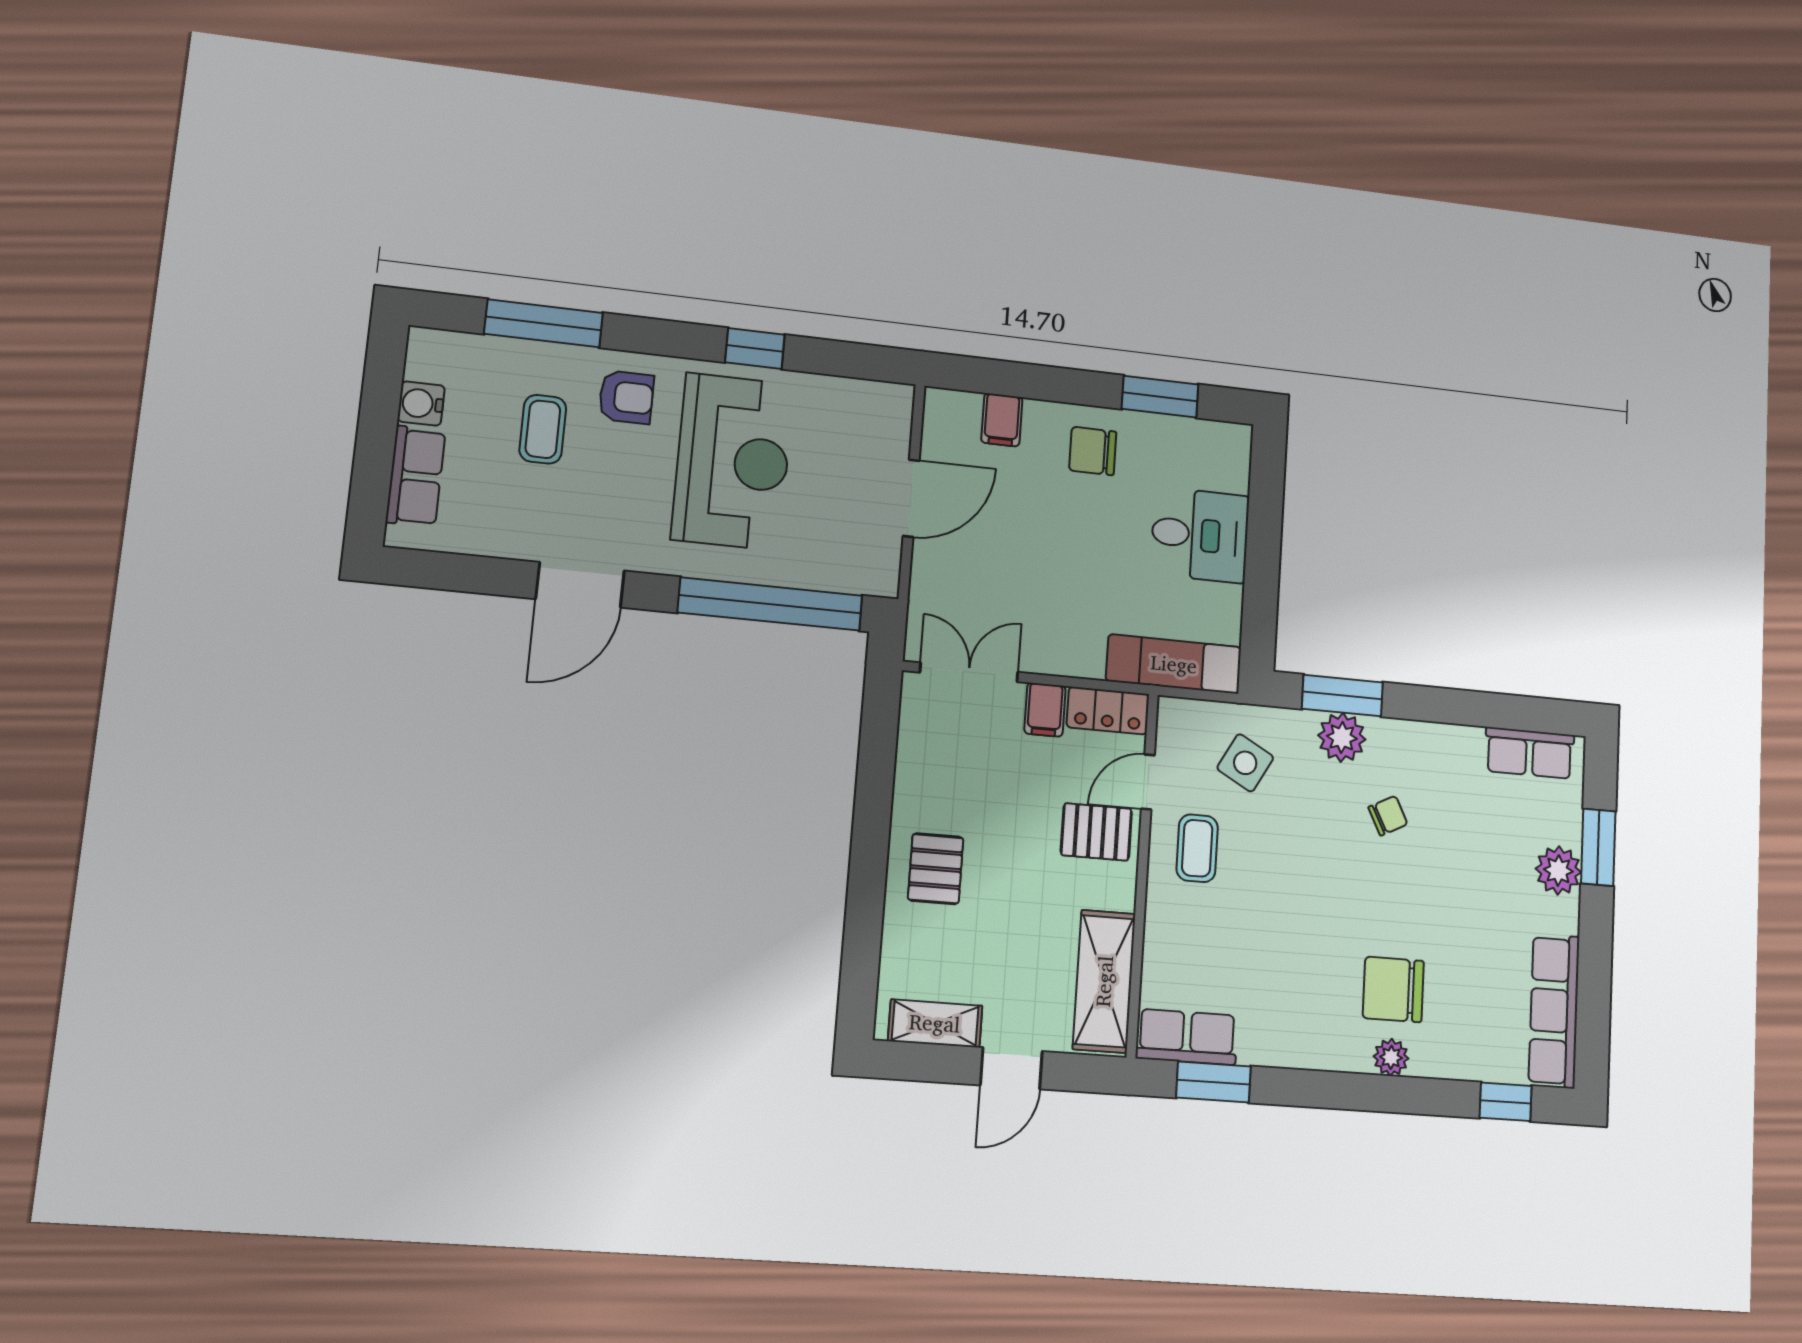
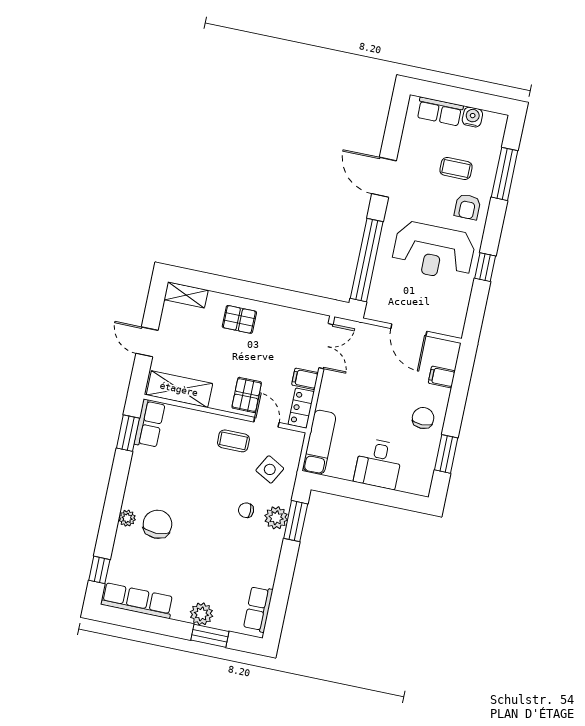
chair: (1388, 816) -> (246, 510), moved, turned 117
shelving: (935, 1023) -> (186, 295), moved, turned 90

